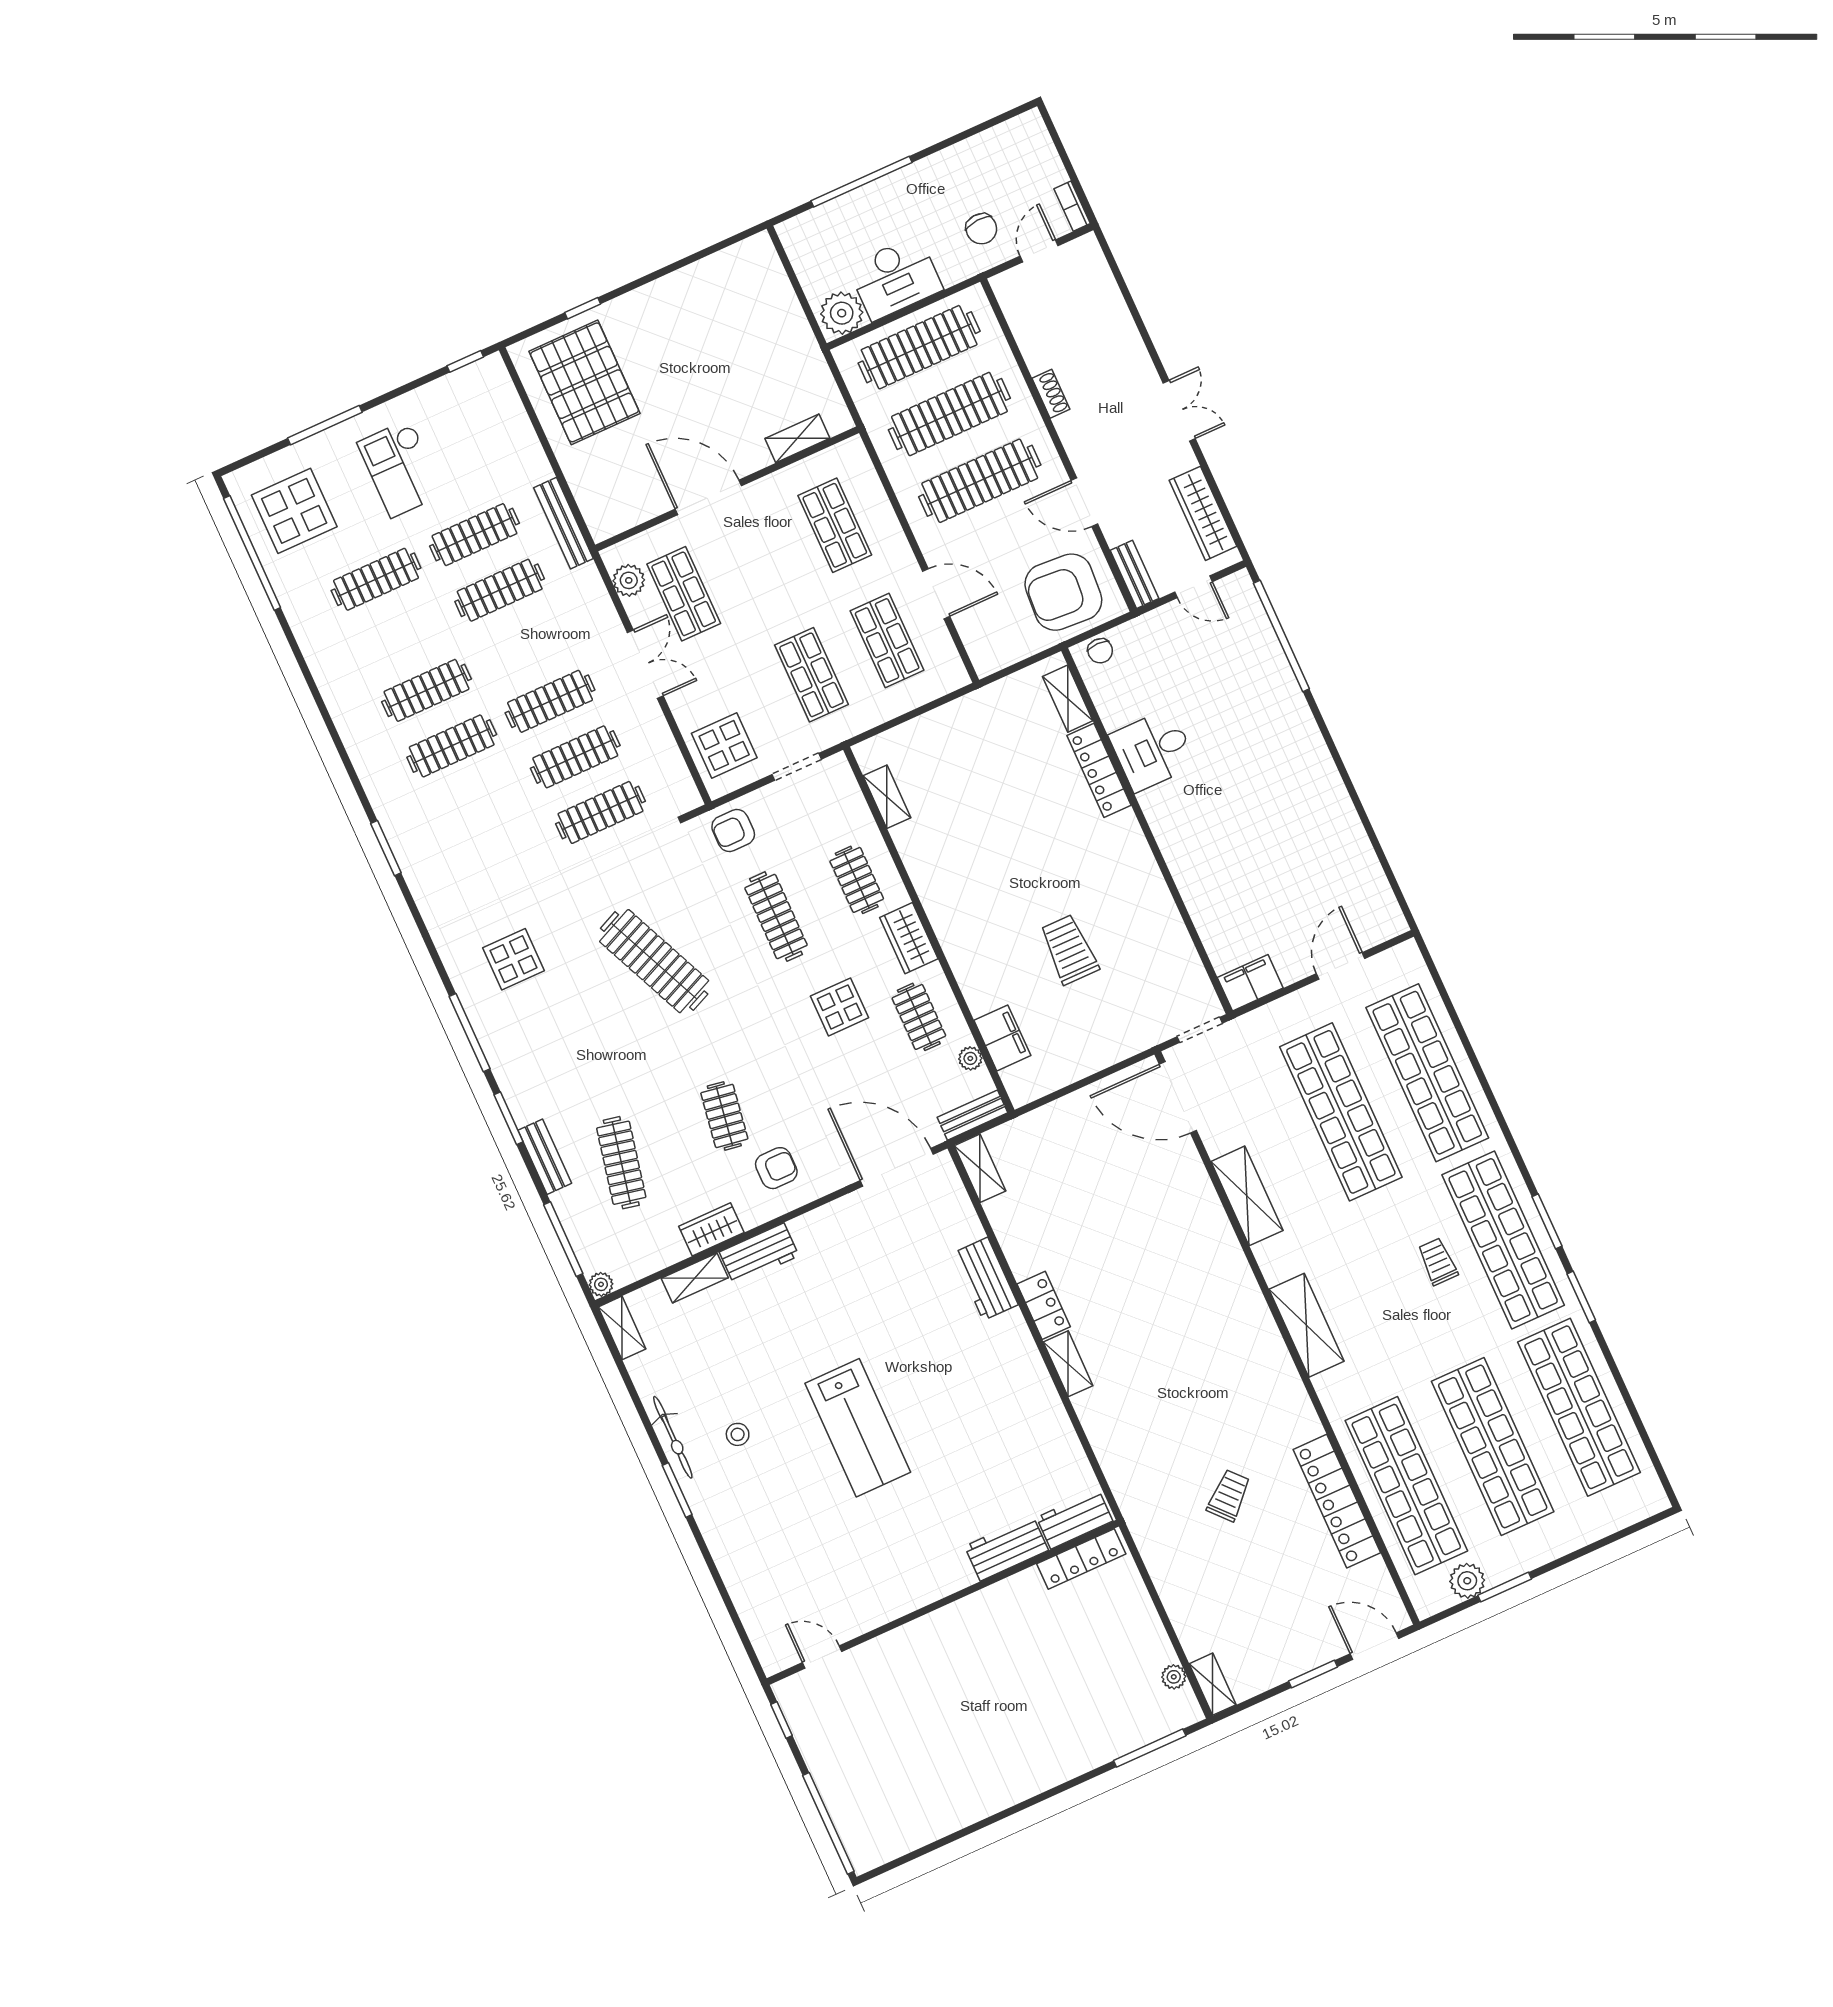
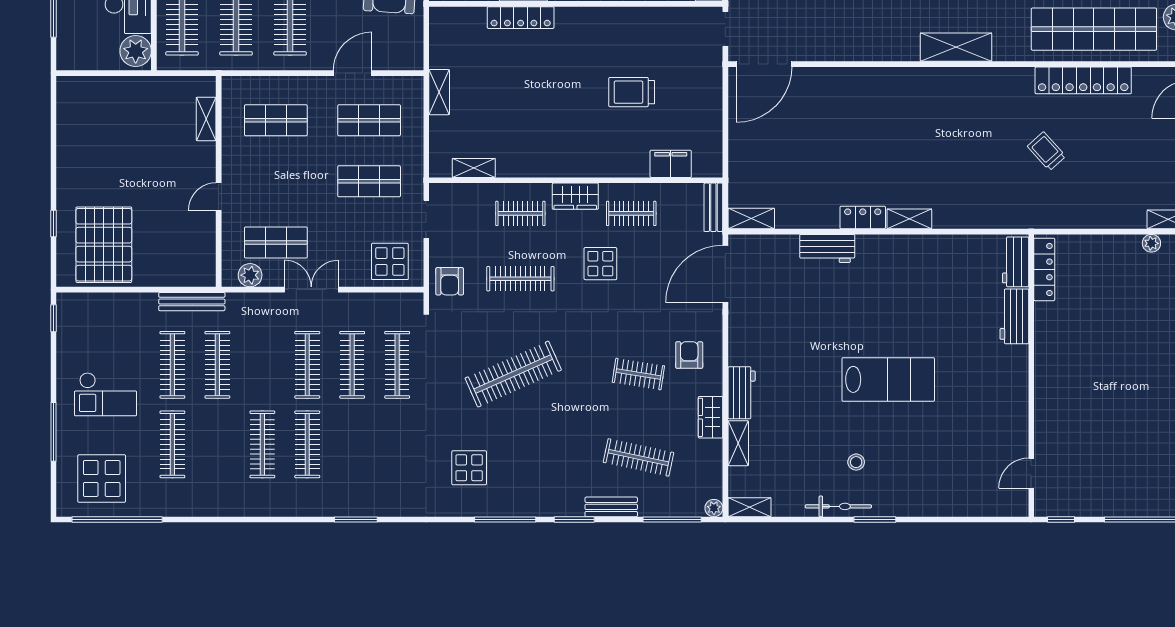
pallet: (584, 382) -> (104, 245), turned 90
door: (708, 497) -> (219, 197), width x0.53
shelving: (1068, 699) -> (439, 92), moved, turned 90
plant: (970, 1058) -> (675, 192), removed
shelving: (1247, 1196) -> (851, 48), removed

